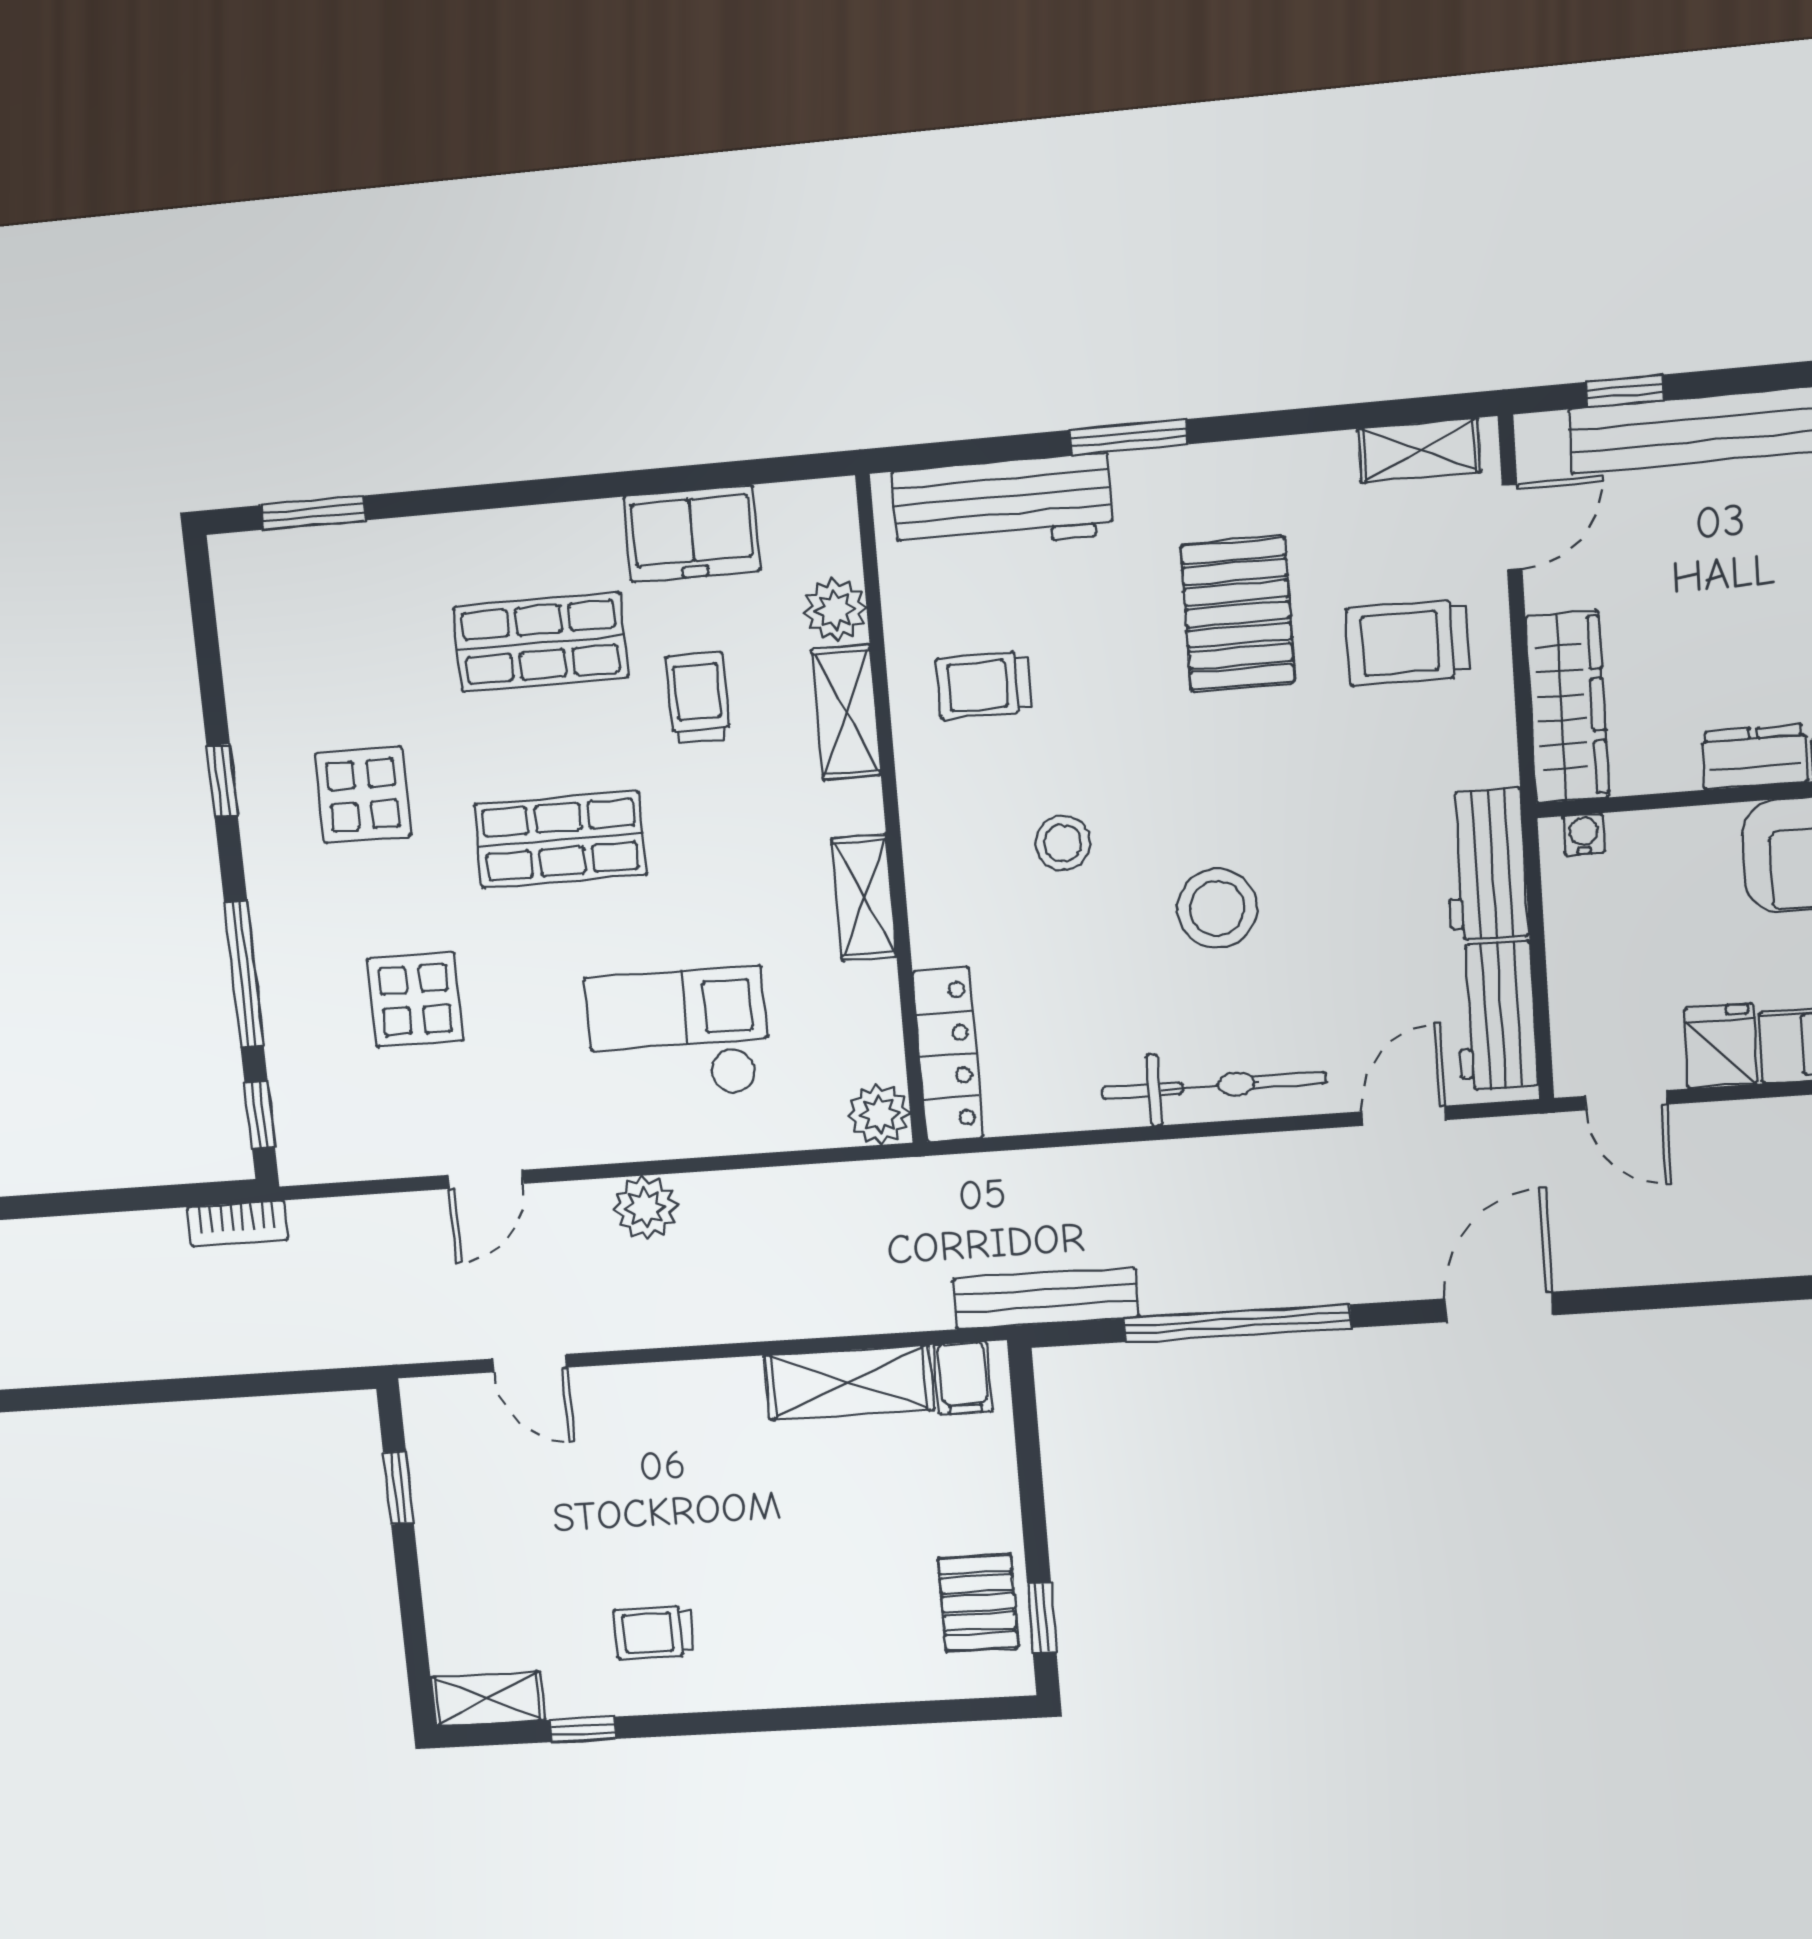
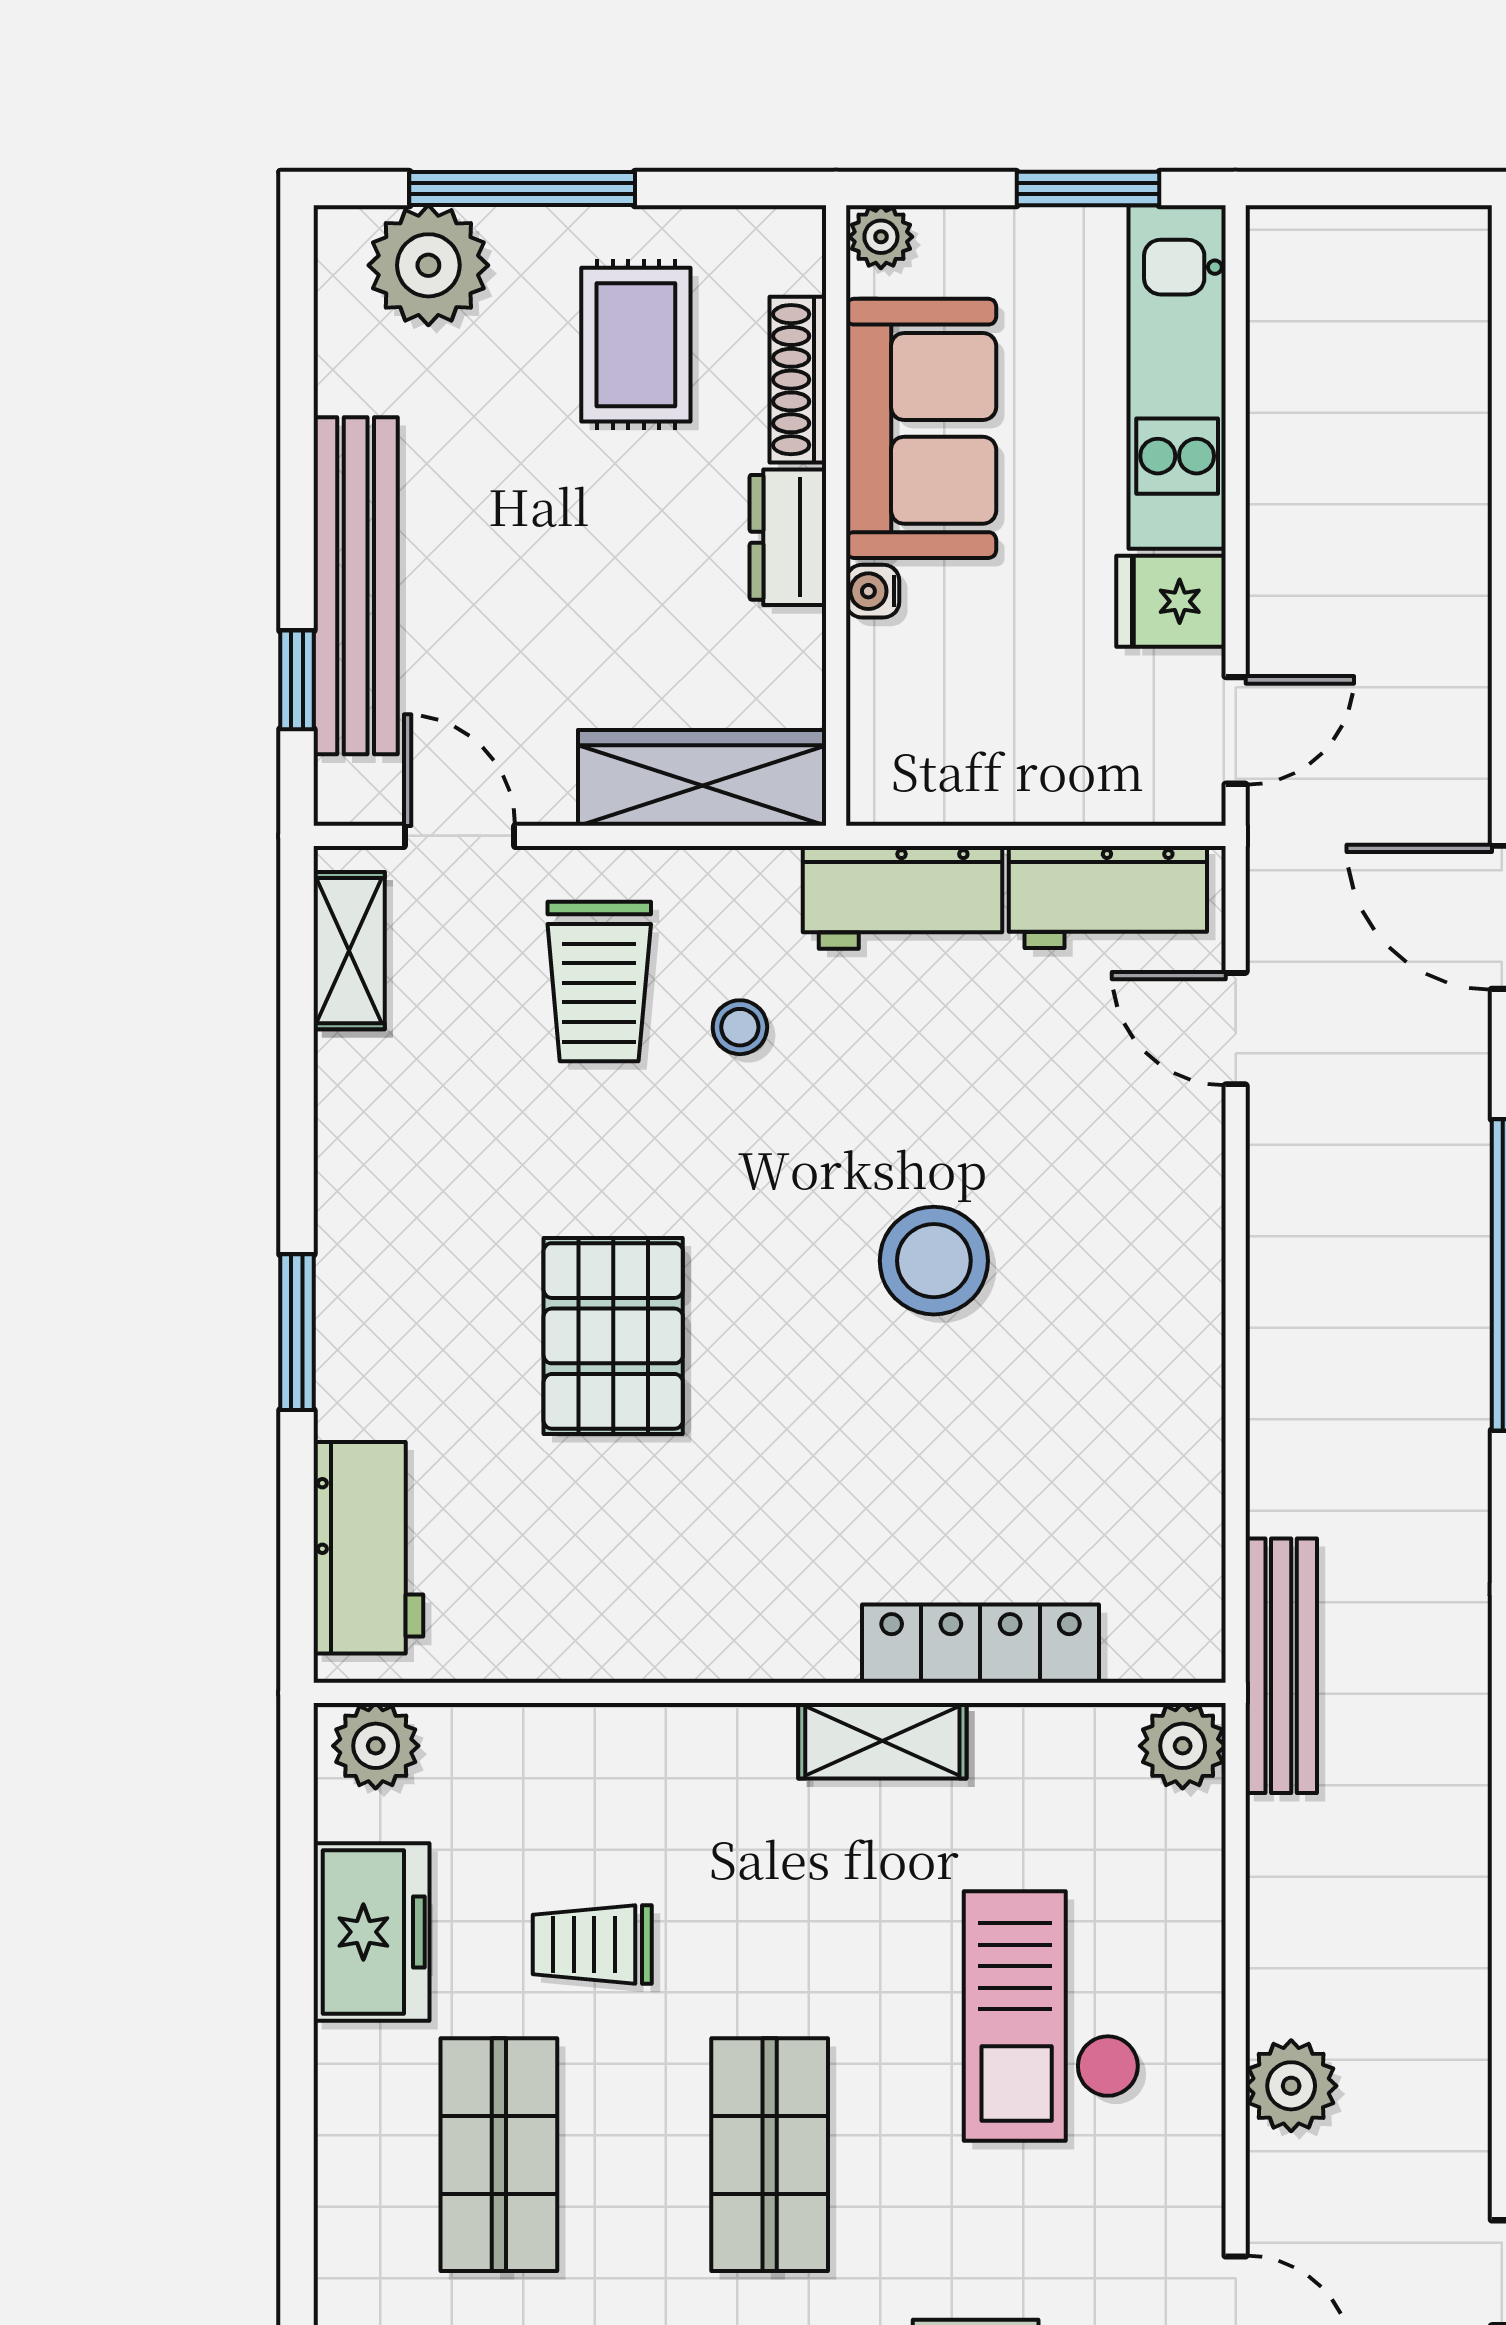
workbench: (1002, 503) -> (368, 1548), width x0.73
plant: (835, 610) -> (376, 1746), moved
pallet: (1238, 614) -> (613, 1336), moved, turned 90
trolley: (984, 685) -> (608, 1552), removed
shelving: (846, 712) -> (628, 1743), removed
water cooler: (1584, 834) -> (873, 591), moved
stool: (1063, 843) -> (740, 1027), moved, width x0.73, depth x0.73
locker: (948, 1055) -> (980, 1644), moved
bicycle: (1214, 1086) -> (1176, 1283), removed
bench: (1045, 1298) -> (1281, 1666), moved

